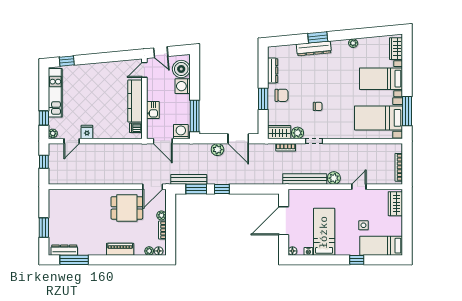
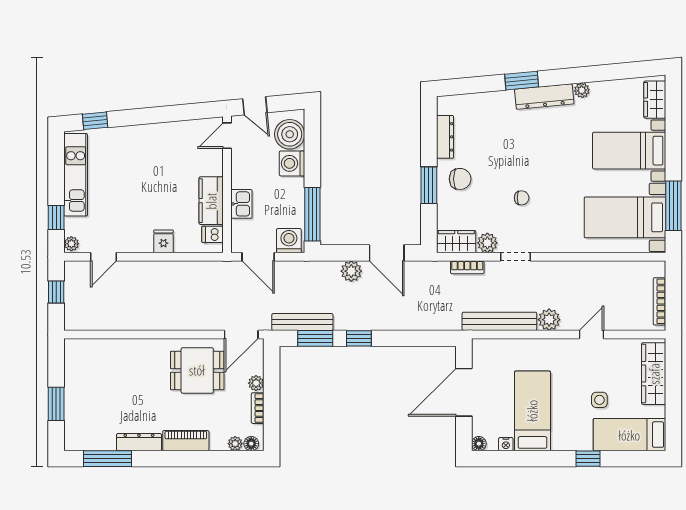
dresser: (314, 48) -> (544, 97), moved
kitchen counter: (135, 101) -> (211, 201), width x0.67
fridge: (87, 132) -> (163, 241), moved
wardrobe: (395, 204) -> (654, 374), width x1.50
dresser: (64, 250) -> (139, 442), moved

